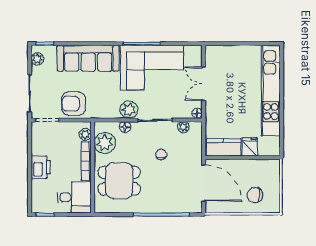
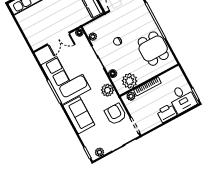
sofa: (88, 58) -> (79, 115), width x0.73
armchair: (74, 104) -> (115, 114), turned 180
plant: (129, 110) -> (107, 90), moved
dining table: (119, 181) -> (153, 49), moved
desk: (74, 197) -> (182, 99), moved, turned 180

